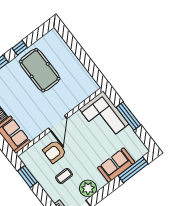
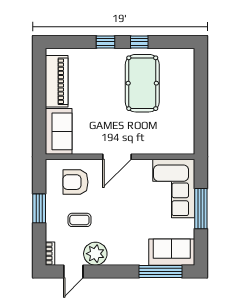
armchair: (55, 152) -> (75, 182), moved
sofa: (116, 165) -> (172, 252), moved
window: (28, 177) -> (39, 208), moved

